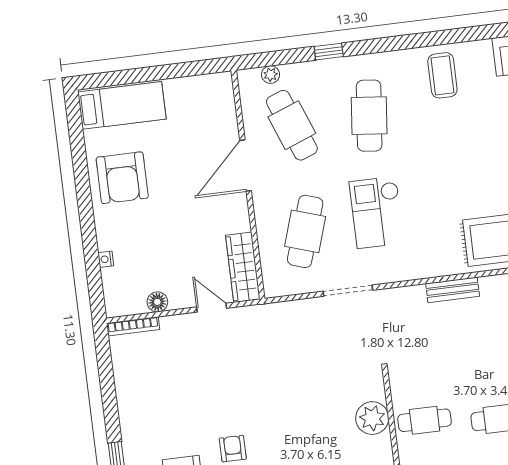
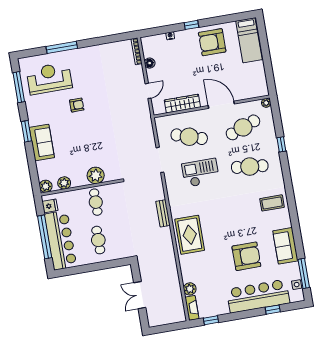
plant: (271, 75) -> (266, 103), moved
window: (87, 217) -> (191, 25), added
wardrobe: (243, 267) -> (182, 104), moved

